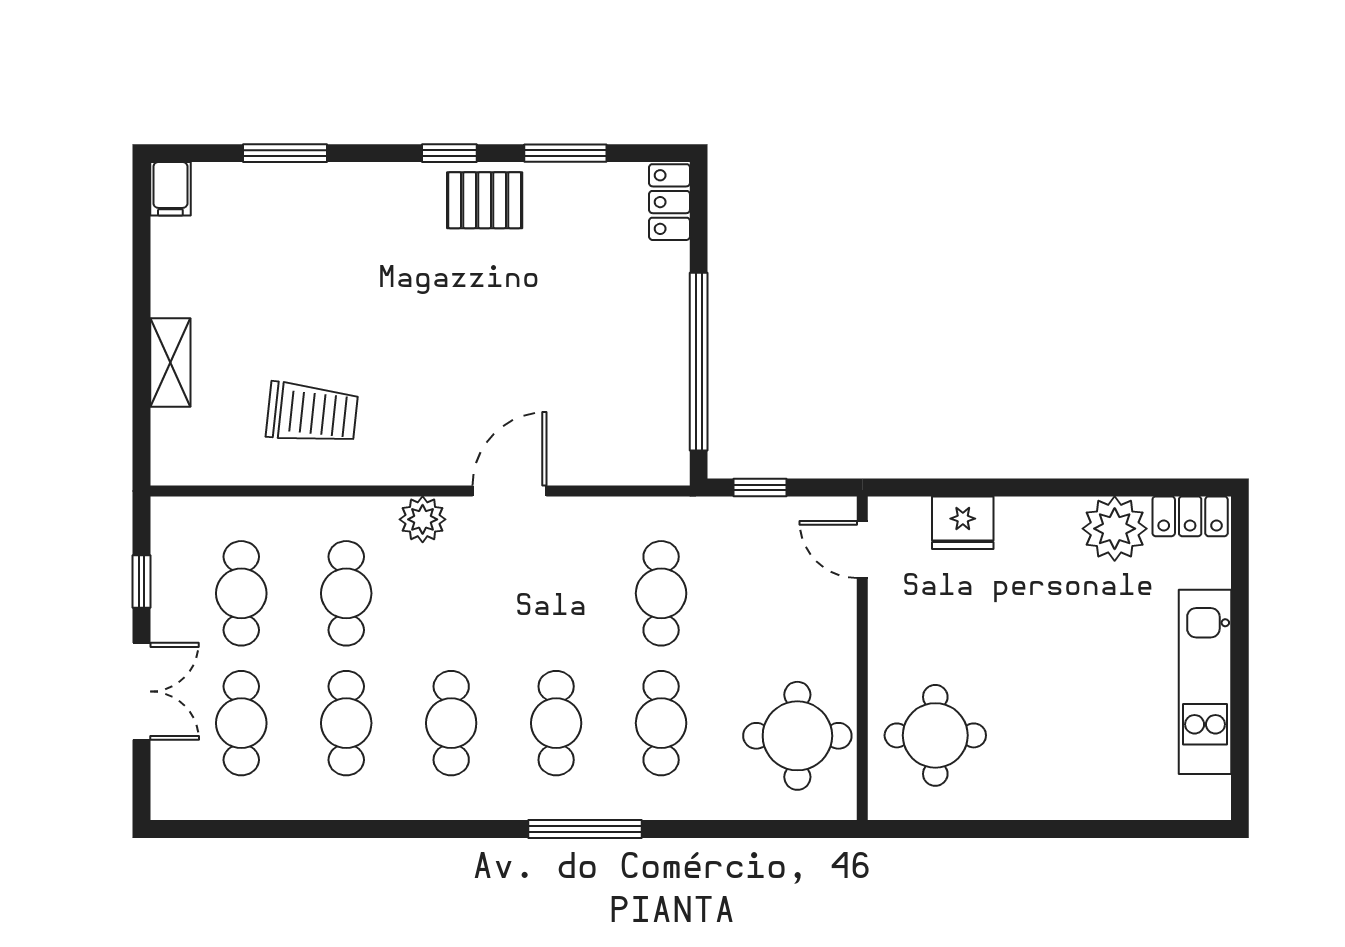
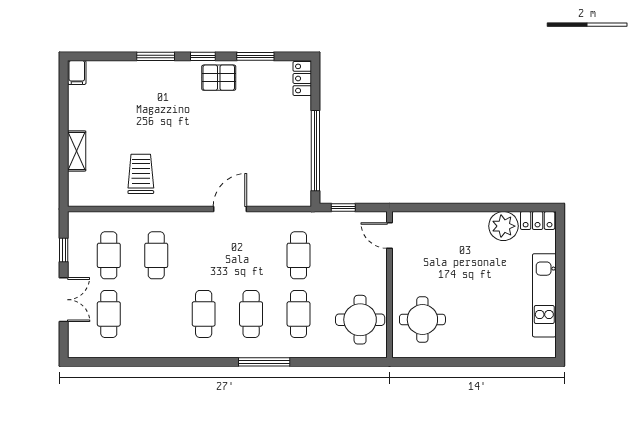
window: (285, 153) -> (156, 56), moved
trolley: (312, 413) -> (141, 174), turned -96
plant: (423, 519) -> (191, 222), removed
fridge: (963, 523) -> (435, 223), removed
cafe table: (346, 723) -> (156, 314), removed

